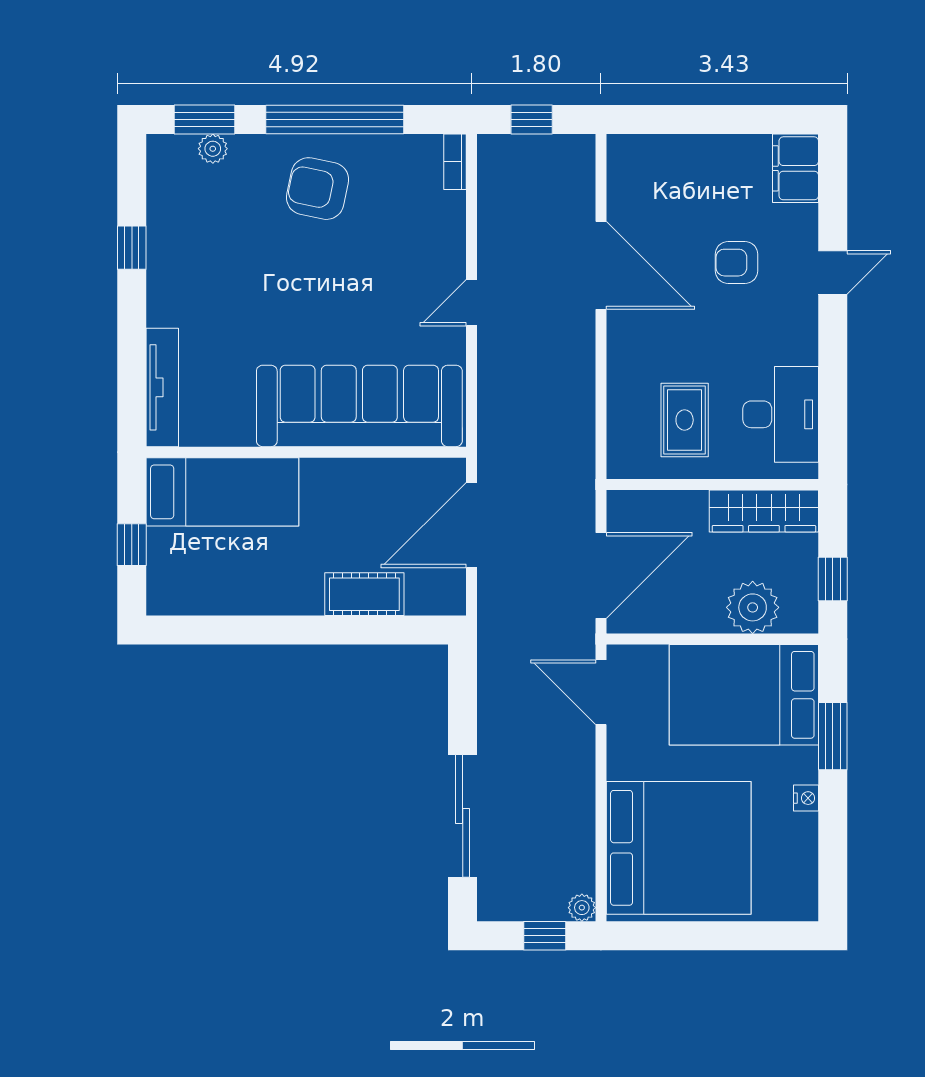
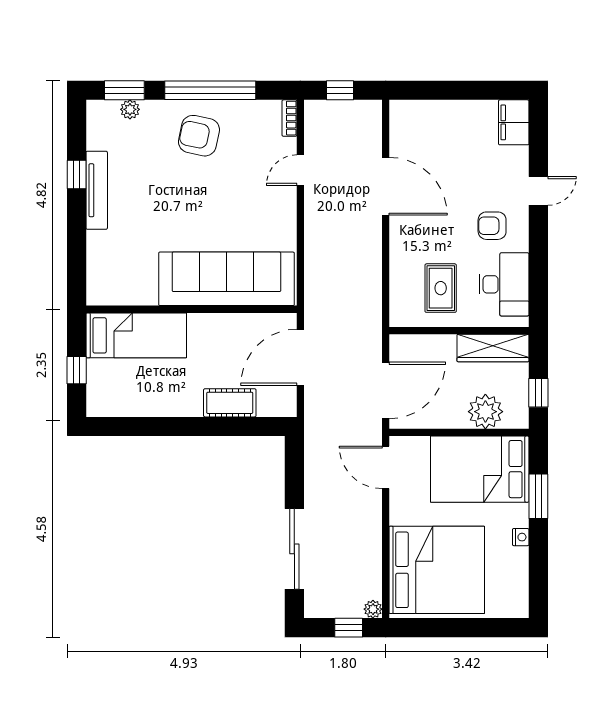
armchair: (736, 263) -> (492, 226), moved
door: (472, 303) -> (300, 170), moved
tv unit: (162, 387) -> (97, 190), moved

